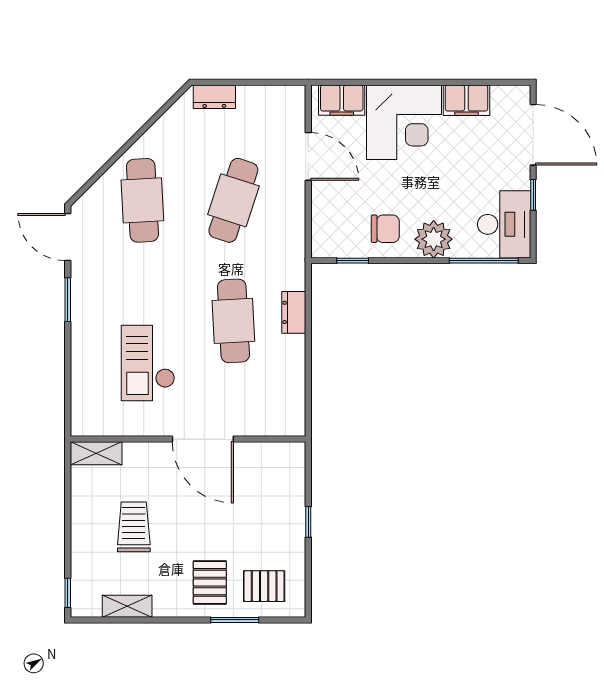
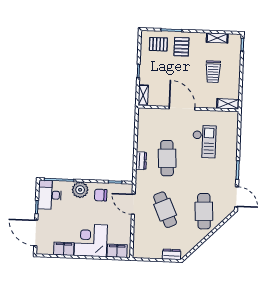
door: (308, 156) -> (133, 204), moved
cafe table: (233, 200) -> (165, 210), turned -42
shelving: (295, 466) -> (143, 95), added

